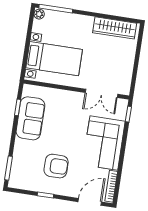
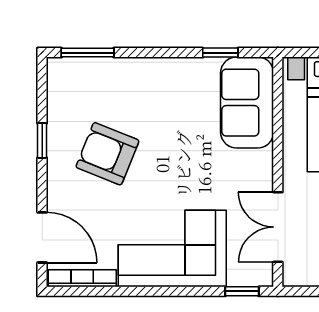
sofa: (30, 118) -> (247, 103), moved, turned 90
armchair: (56, 166) -> (107, 154), turned 112

